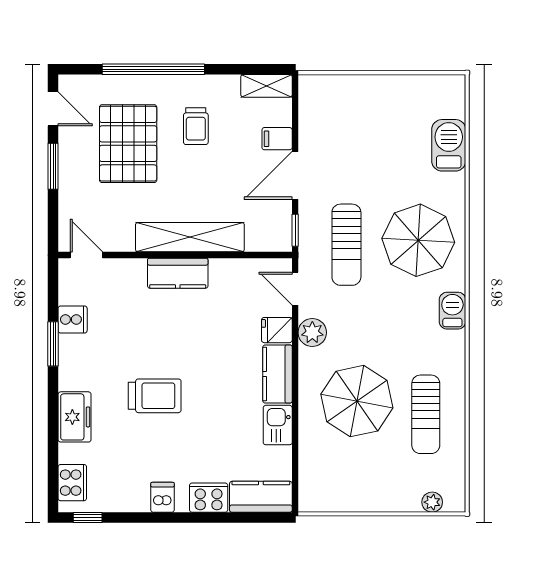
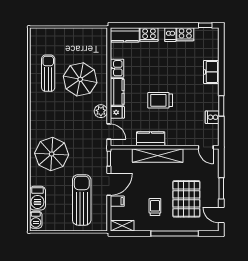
sun lounger: (346, 245) -> (82, 200), moved, width x1.36, depth x1.34
kitchen counter: (178, 273) -> (151, 139), moved
barbecue: (452, 311) -> (36, 220), moved
trolley: (155, 396) -> (160, 100), moved
cooker: (72, 483) -> (185, 34), moved, turned -90
plant: (432, 502) -> (45, 32), removed

